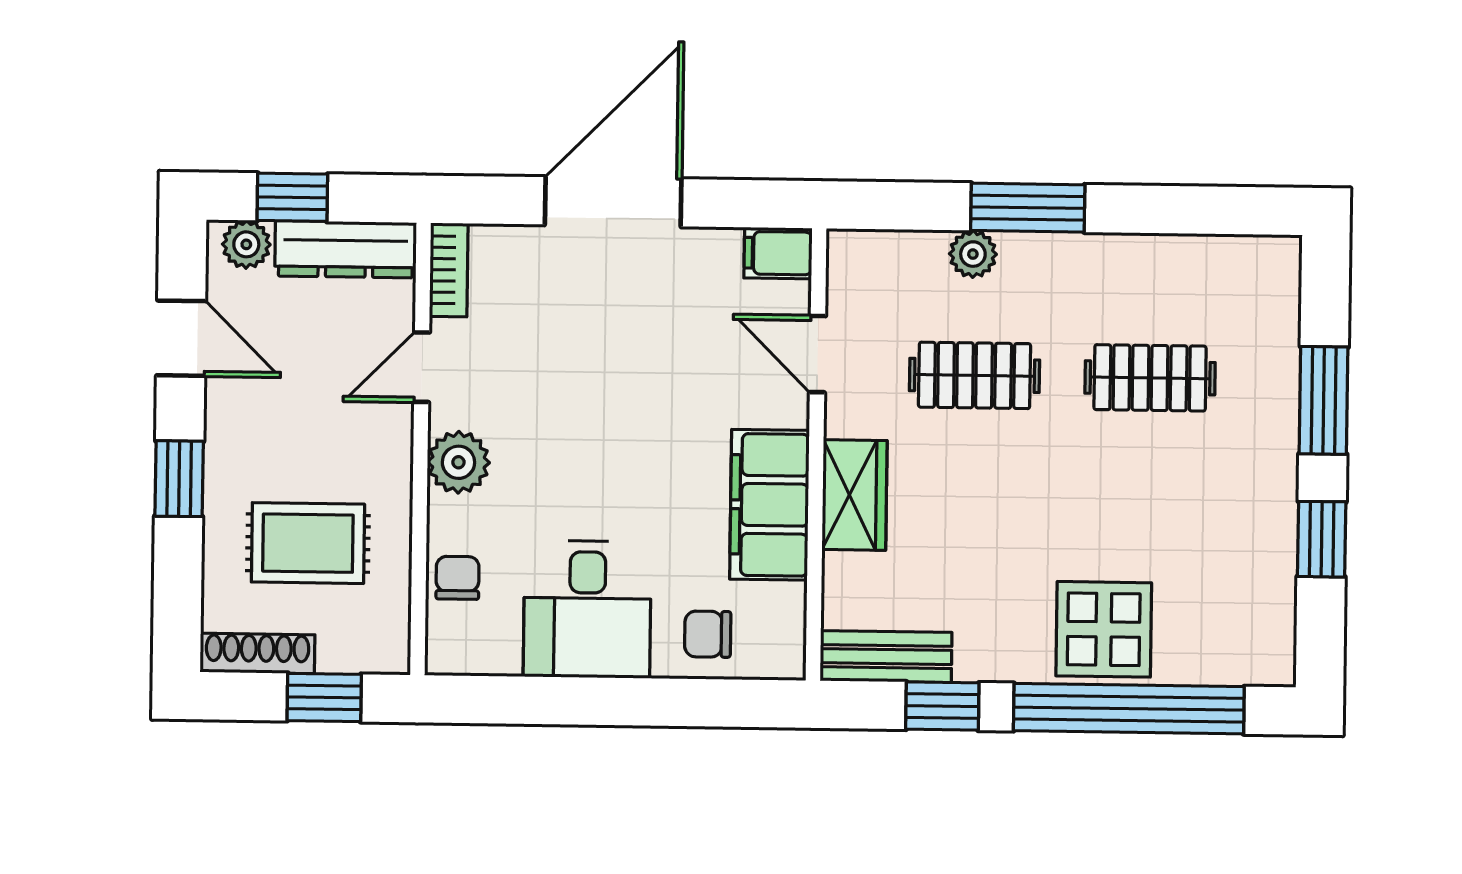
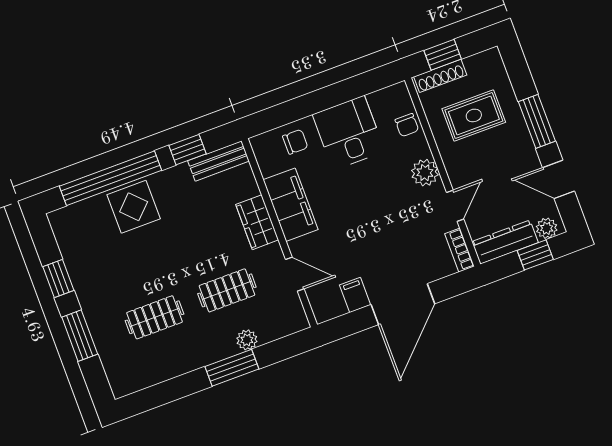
filing cabinet: (778, 253) -> (355, 295), moved, turned -90
window: (179, 479) -> (537, 121), width x1.50
shoe rack: (257, 653) -> (440, 76), moved

